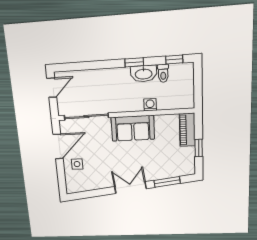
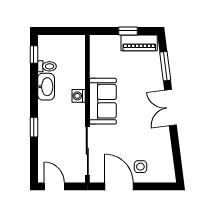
window: (134, 62) -> (34, 127), moved
washing machine: (150, 105) -> (79, 96), moved
piano: (187, 130) -> (139, 43), moved

